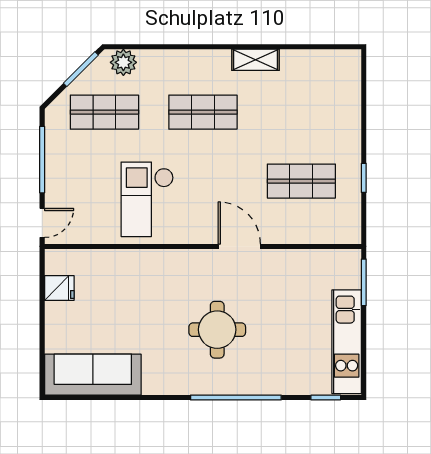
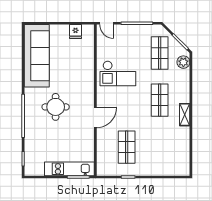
shelving: (255, 60) -> (185, 115), moved
checkout: (147, 199) -> (118, 73), turned 180
kitchen unit: (347, 342) -> (69, 169), moved
sofa: (93, 375) -> (37, 56), width x1.36, depth x1.27

